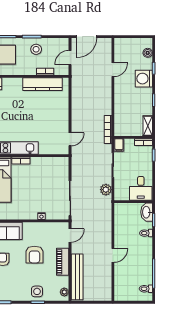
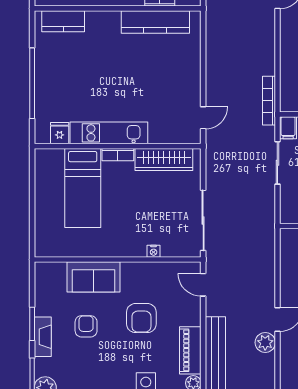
wardrobe: (47, 163) -> (164, 159), added
plant: (106, 190) -> (265, 343), moved
door: (70, 235) -> (203, 285), swing flipped
piano: (63, 262) -> (190, 350), moved

